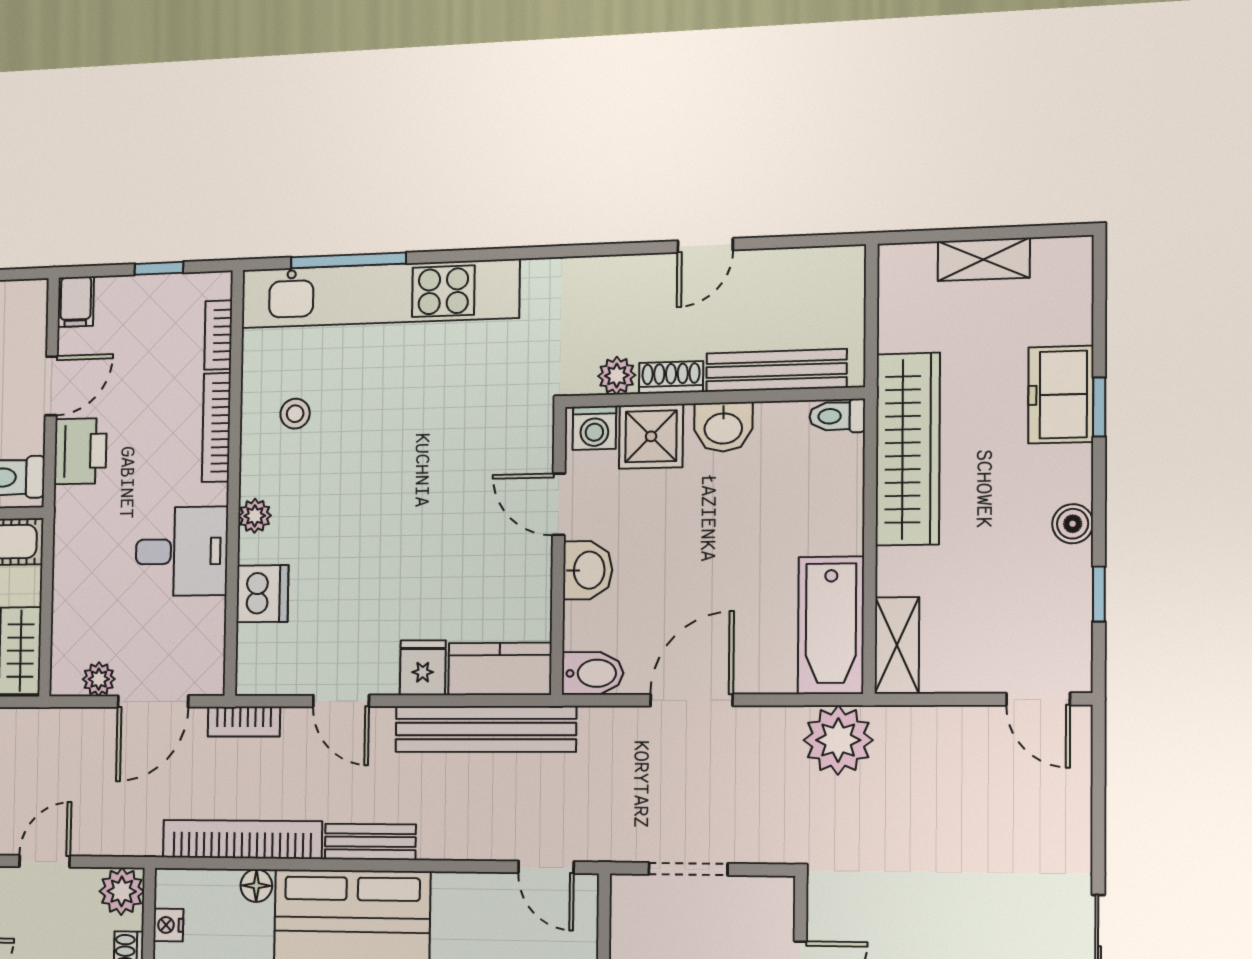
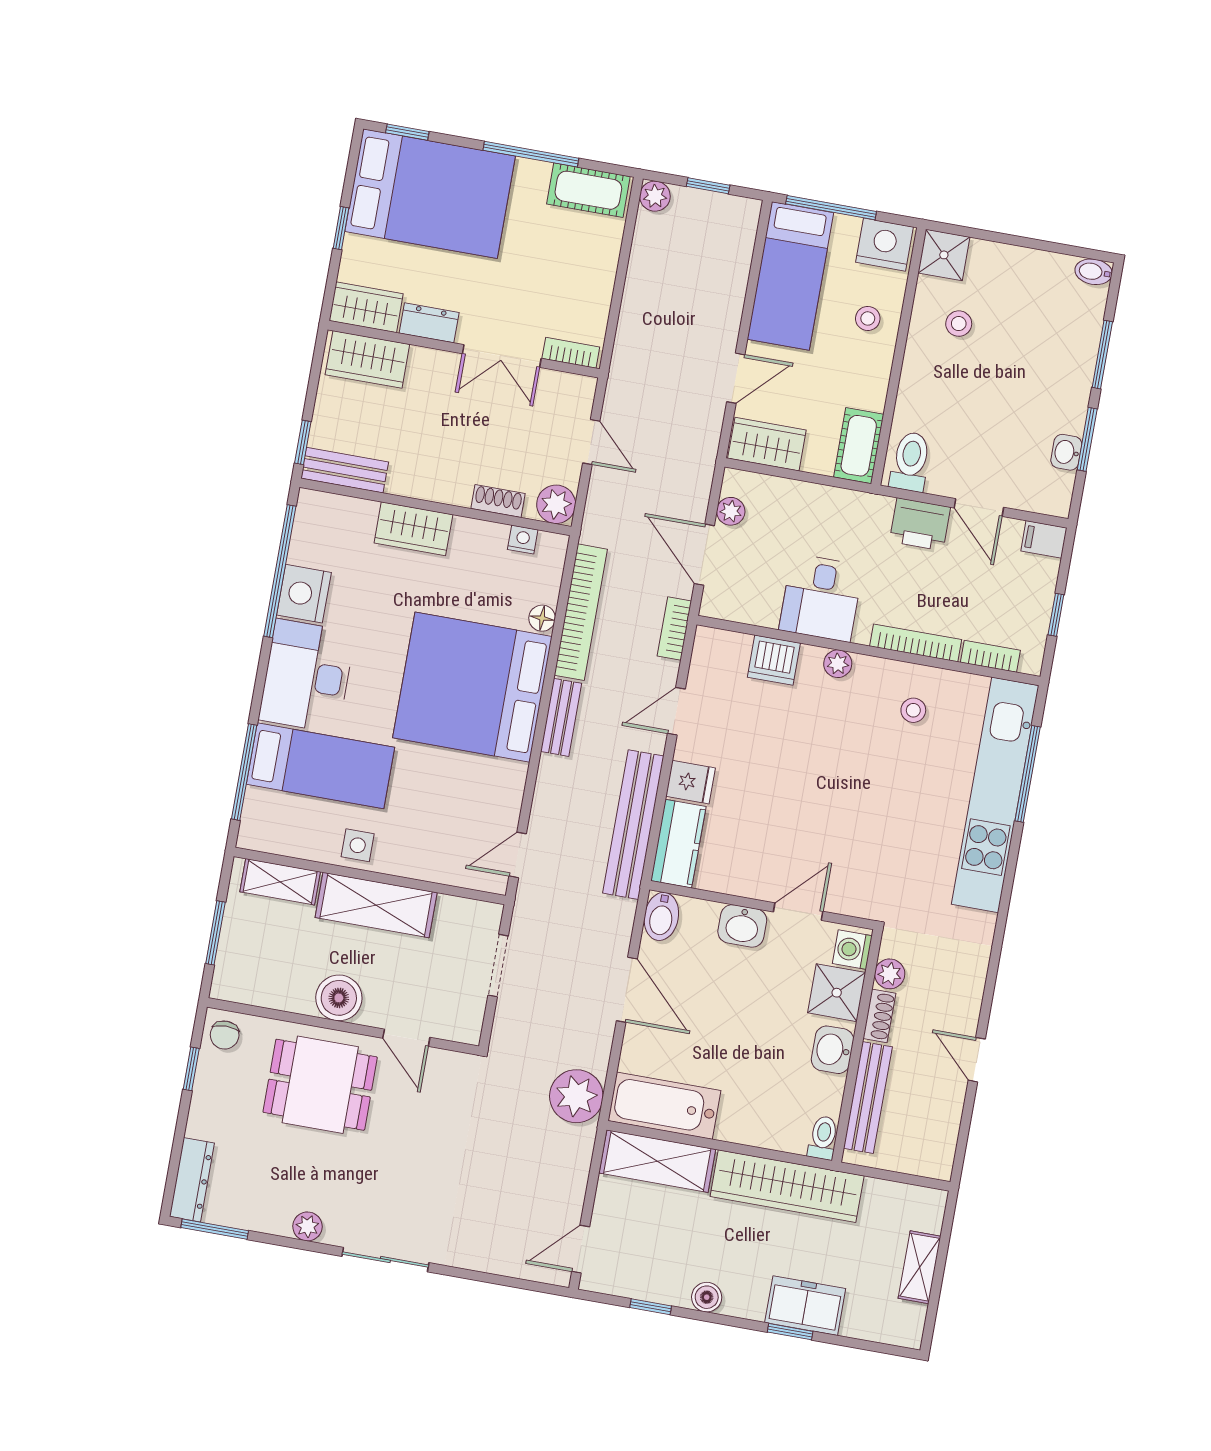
shelving: (897, 645) -> (657, 1161), width x1.50, depth x1.33

